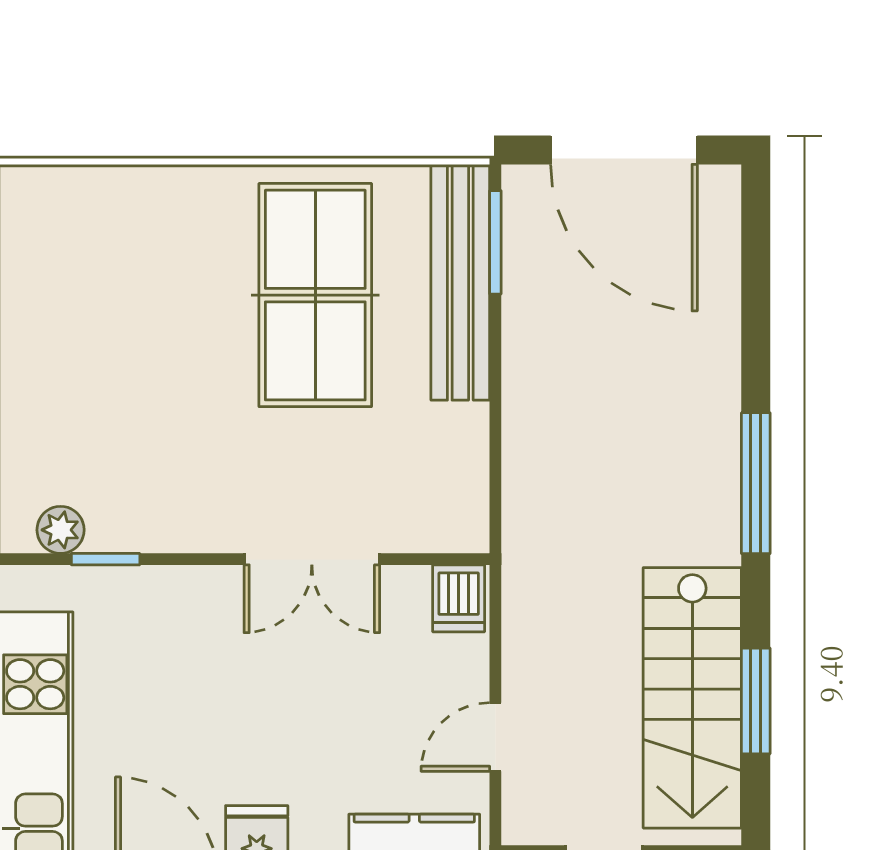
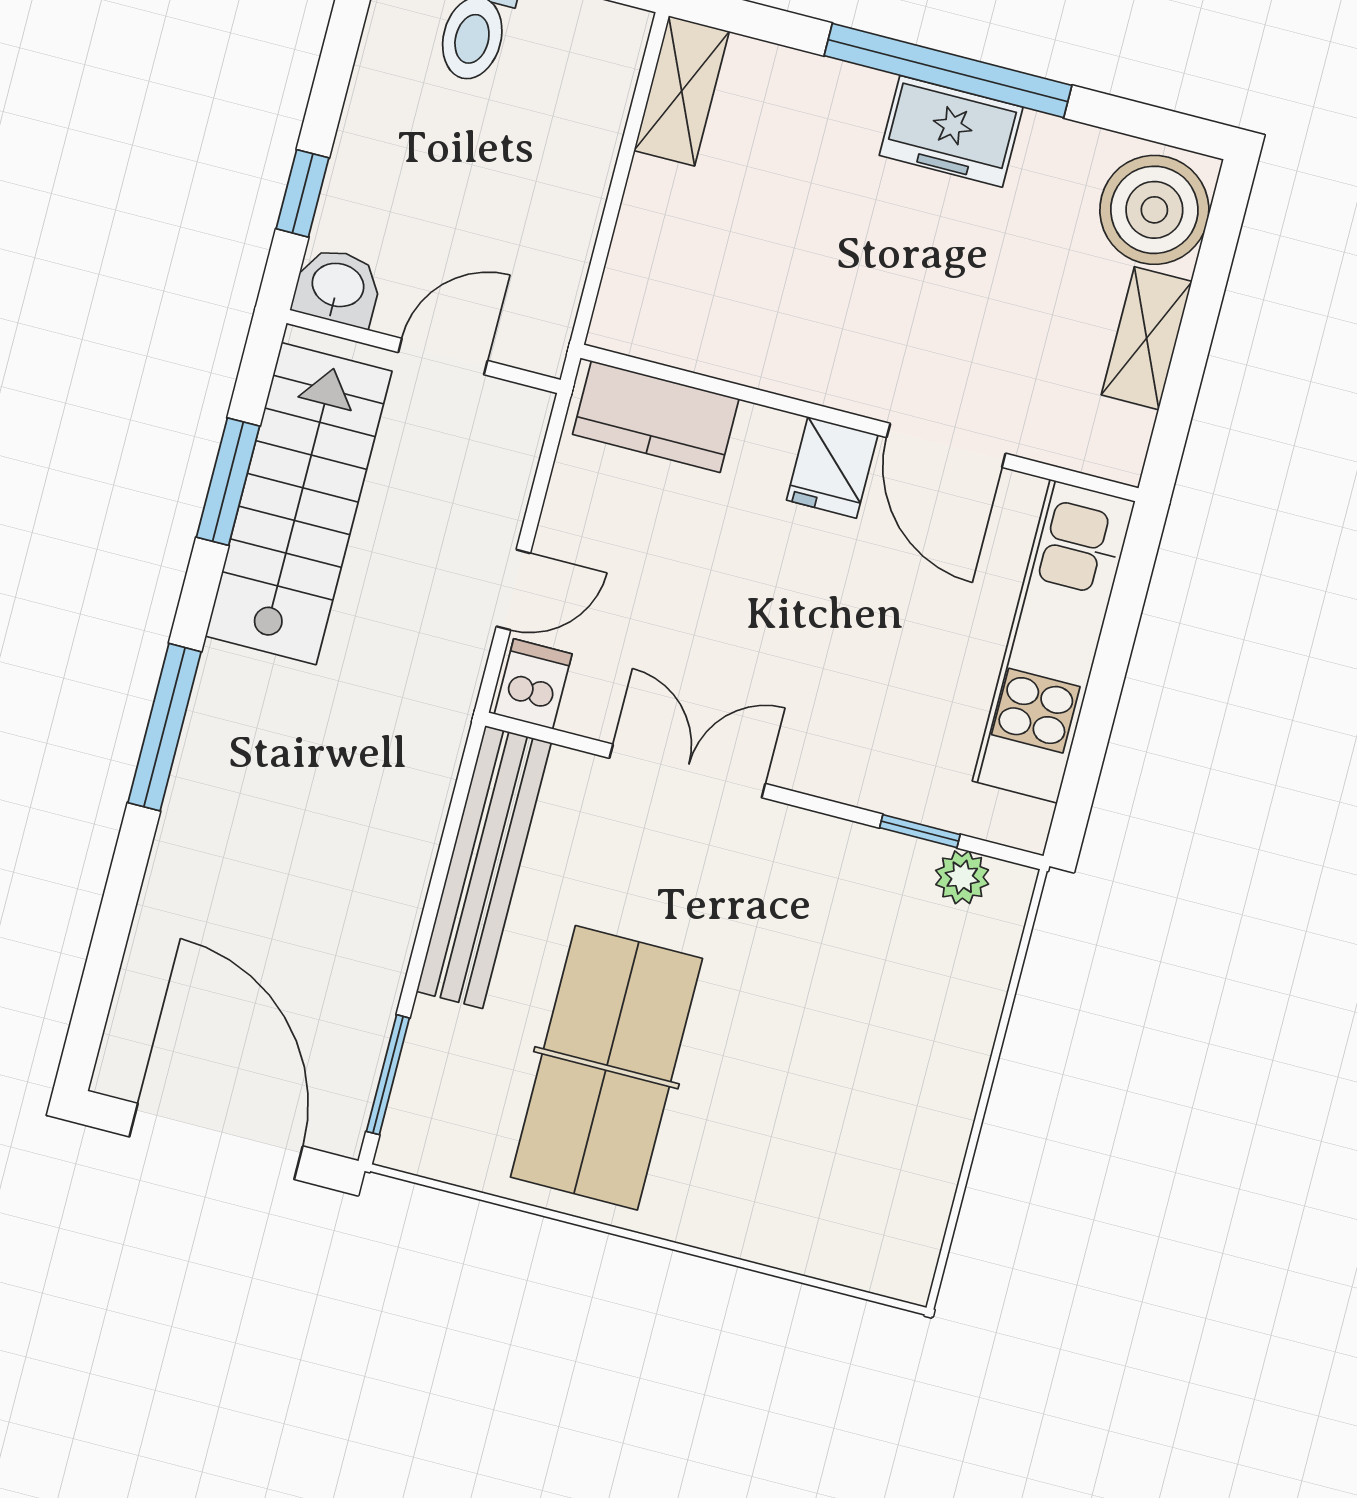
bench: (460, 282) -> (484, 867), moved
door: (495, 737) -> (513, 590), moved

